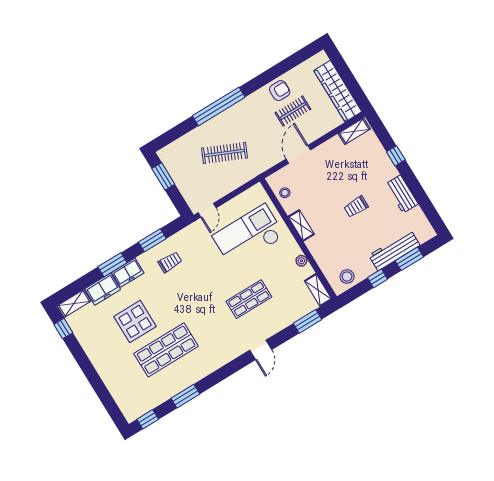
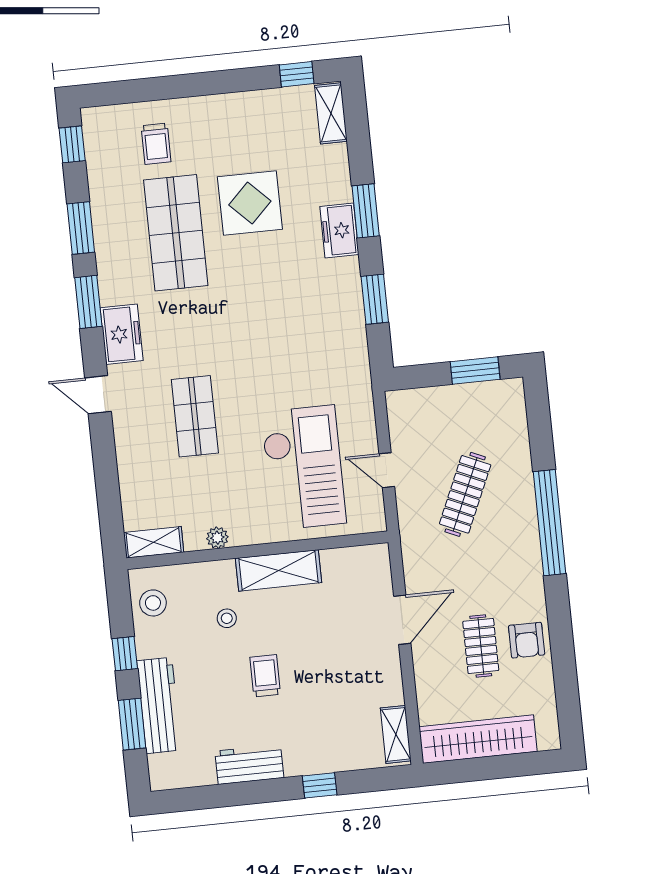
door: (298, 154) -> (402, 620), hinge flipped
stool: (285, 193) -> (227, 618), moved
door: (207, 210) -> (387, 470), moved
shelving: (301, 225) -> (279, 570), width x1.50, depth x1.33
trolley: (170, 262) -> (156, 144), moved
freezer: (103, 289) -> (122, 334), moved, turned 180
window: (307, 321) -> (88, 302), moved

